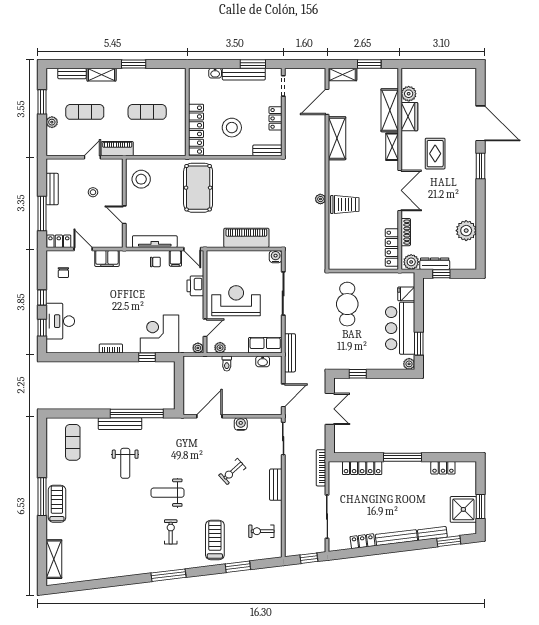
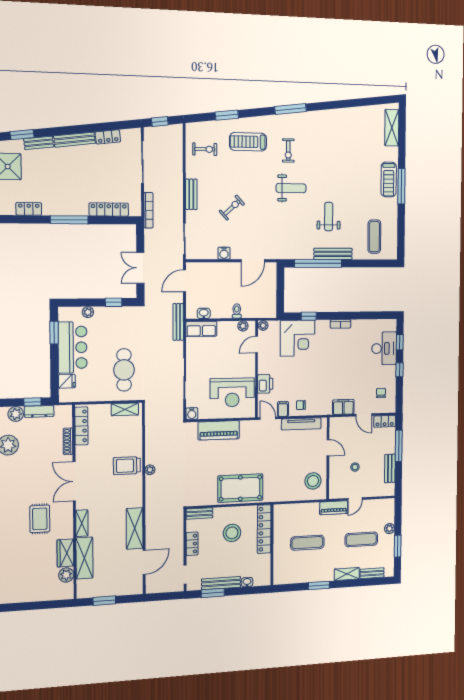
shelving: (342, 74) -> (125, 409), moved
pool table: (198, 188) -> (240, 488), moved, turned 90
plant: (411, 262) -> (16, 414), moved
reception desk: (236, 301) -> (232, 392), moved
plant: (409, 364) -> (88, 312), moved
treadmill: (215, 540) -> (248, 142), turned 90

